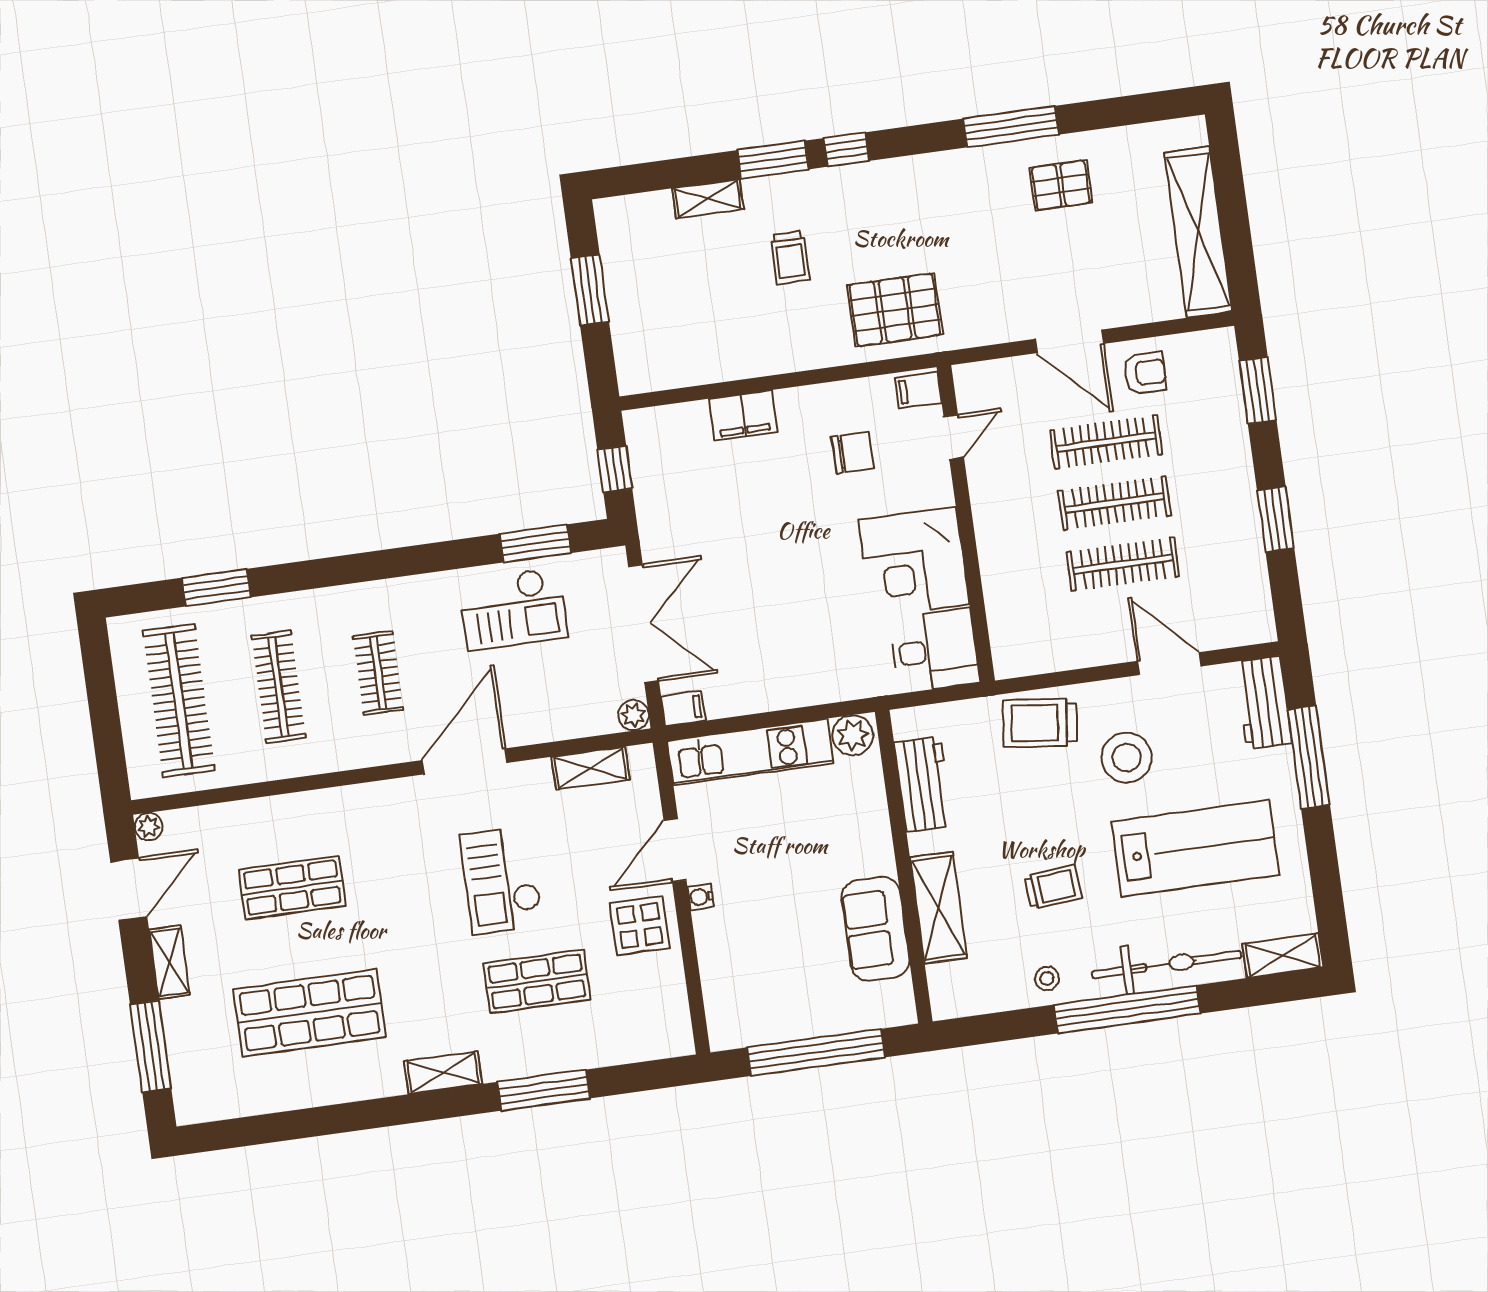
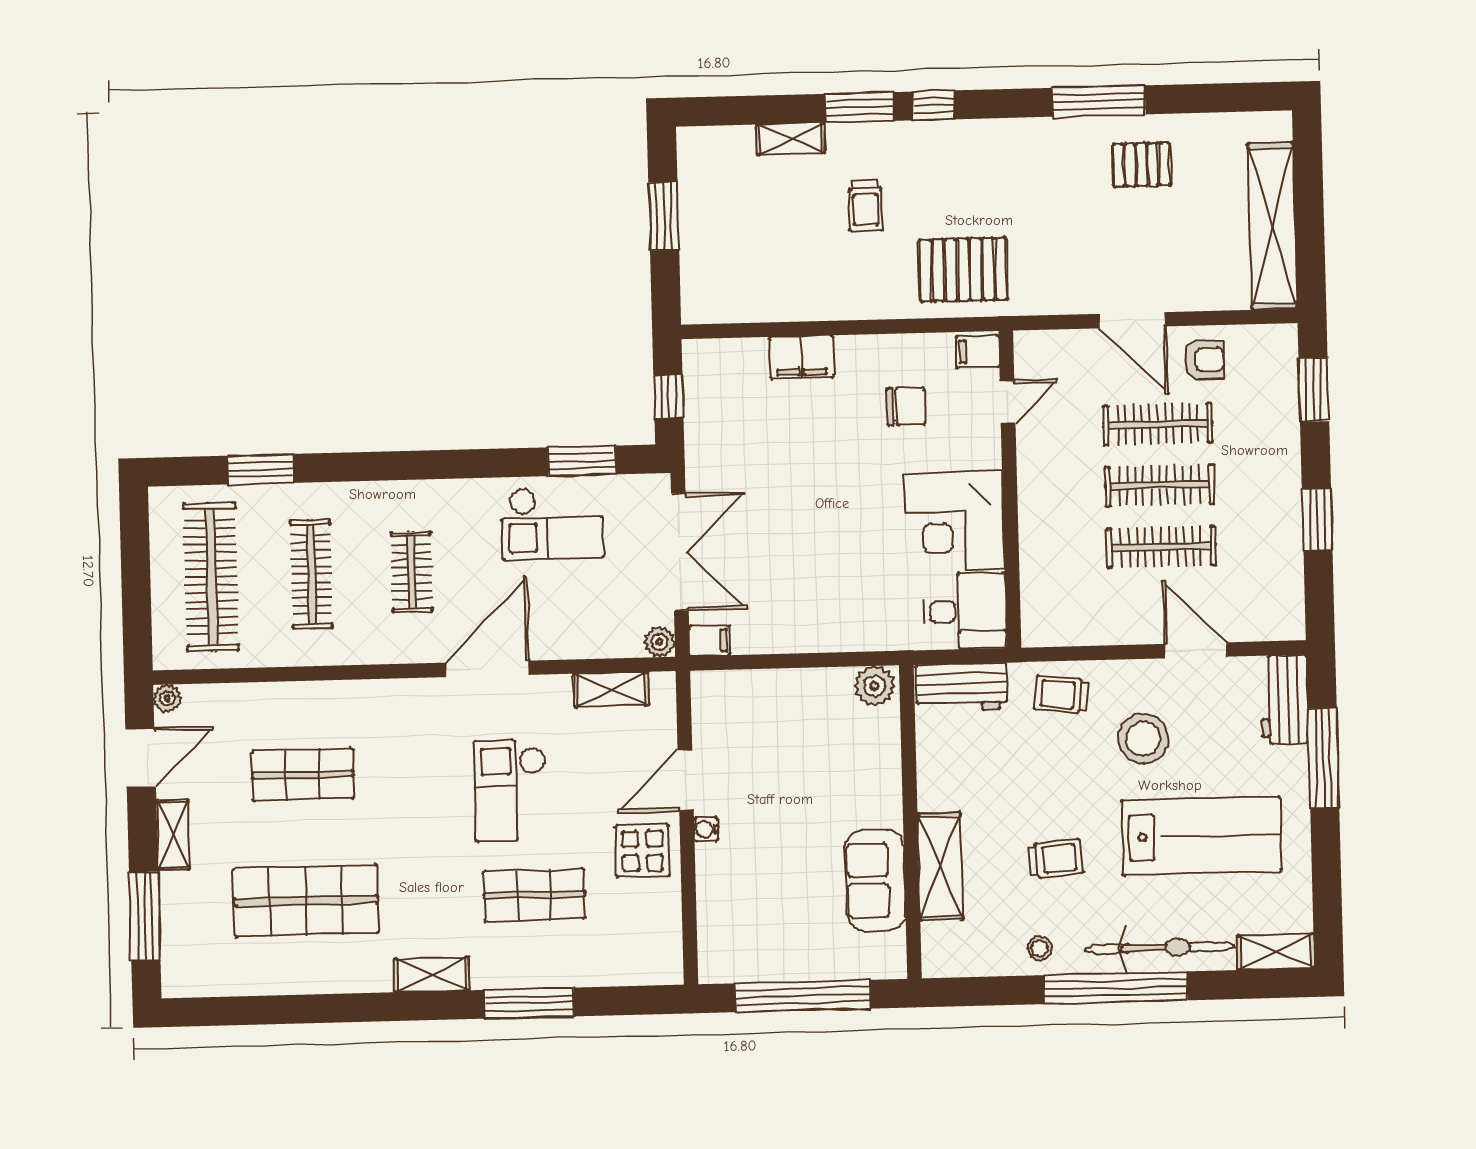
trolley: (1040, 723) -> (1061, 695), width x0.73, depth x0.72
kitchen unit: (750, 752) -> (771, 691), removed
workbench: (923, 784) -> (961, 687), moved, turned 90

